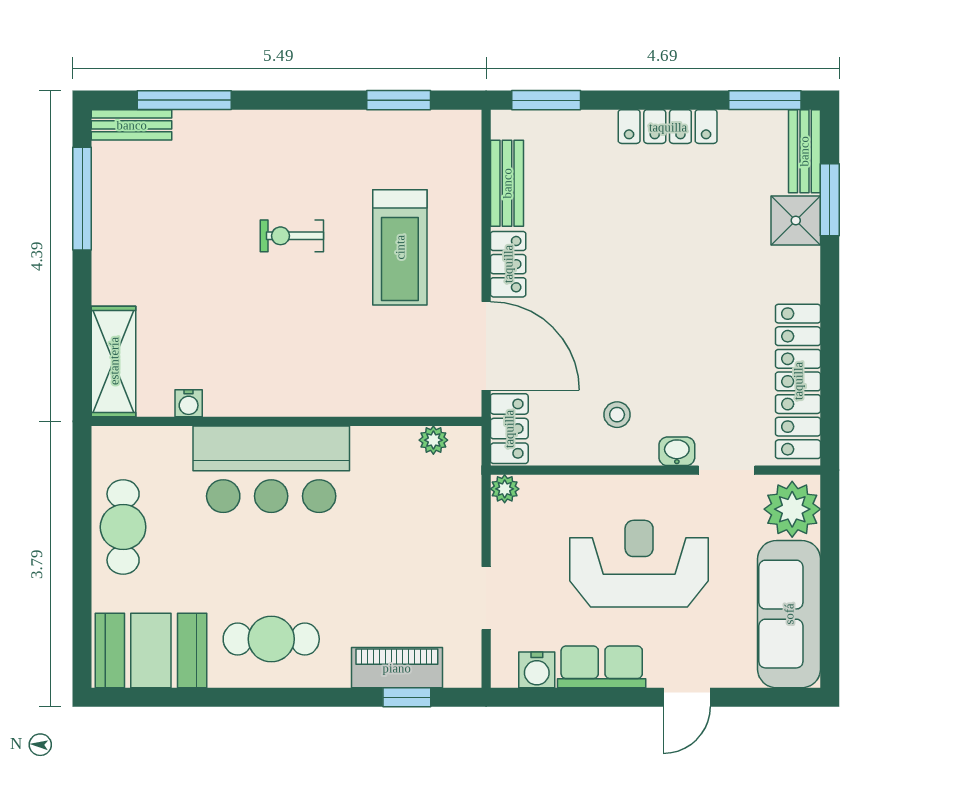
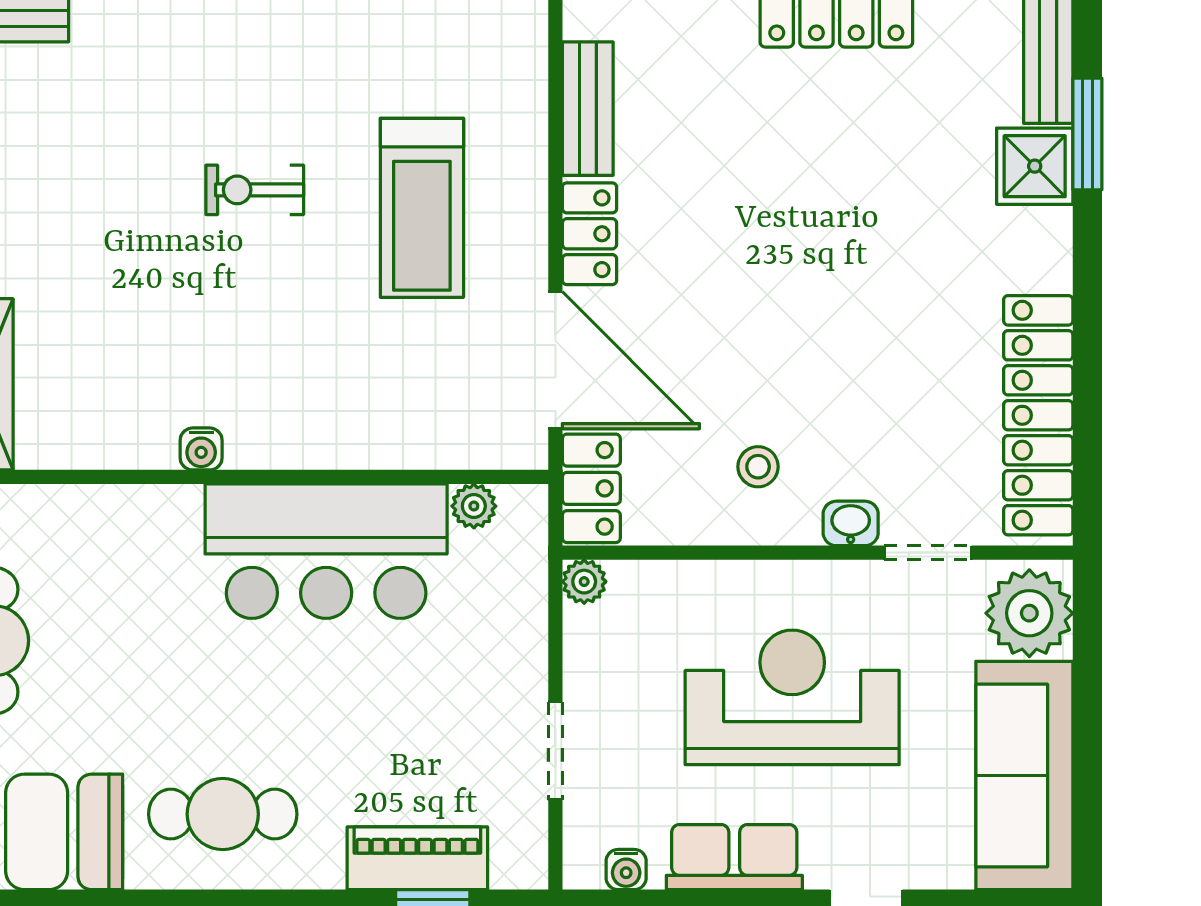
water cooler: (189, 403) -> (201, 449), moved
bar counter: (271, 469) -> (326, 551), moved
water cooler: (537, 670) -> (626, 870), width x0.72, depth x0.72

